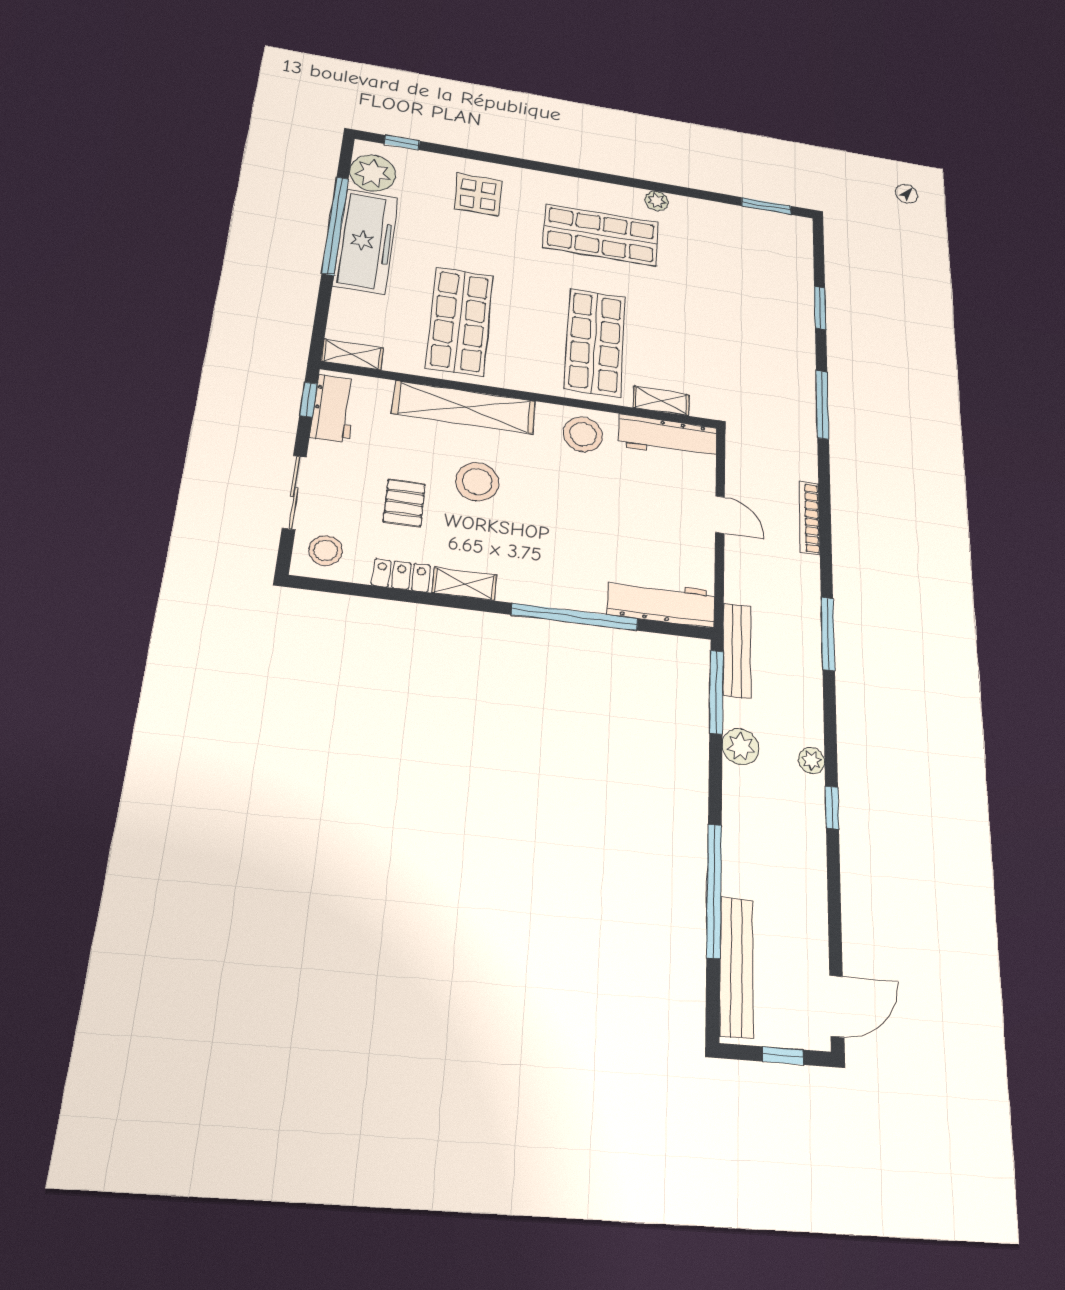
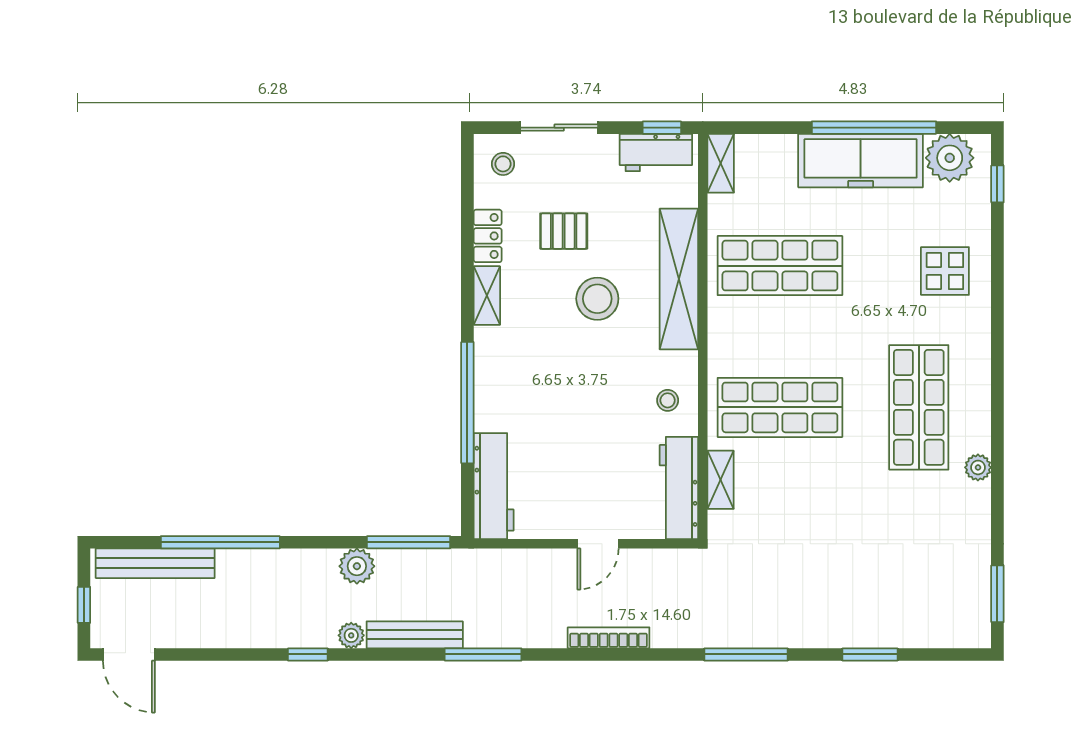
stool: (583, 434) -> (668, 400), width x0.53, depth x0.53
stool: (326, 551) -> (503, 164), width x0.73, depth x0.73
bench: (737, 650) -> (415, 635), moved

